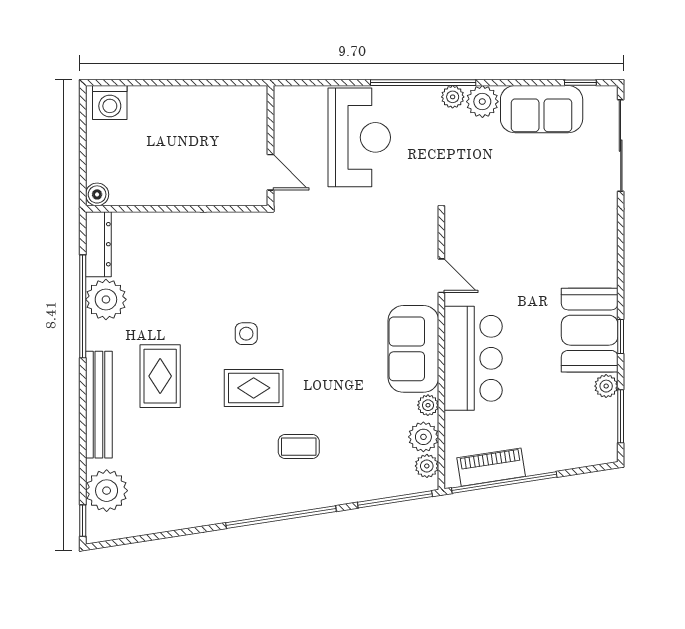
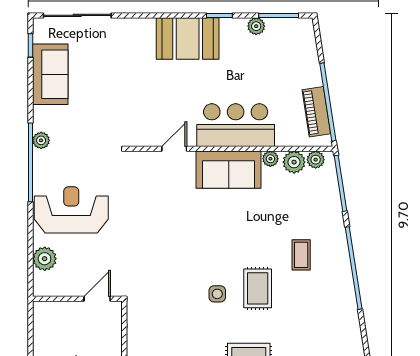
plant: (482, 102) -> (45, 259), moved
wall: (270, 146) -> (77, 299), moved
door: (270, 172) -> (97, 299), moved
booth: (590, 330) -> (188, 38), moved

